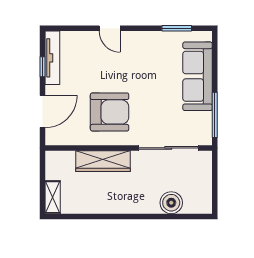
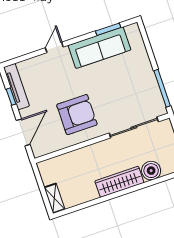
door: (110, 28) -> (54, 47), swing flipped
sofa: (198, 76) -> (99, 48), moved, turned -90
wardrobe: (103, 161) -> (119, 182), moved, turned 180

